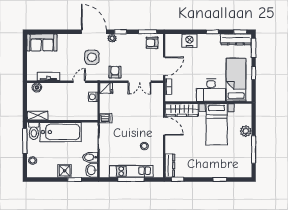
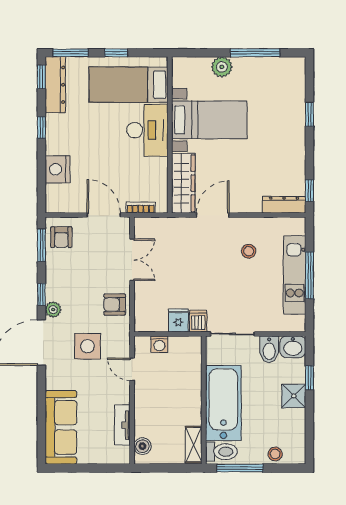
sofa: (42, 43) -> (61, 427), width x1.36
fridge: (106, 88) -> (178, 320), moved

